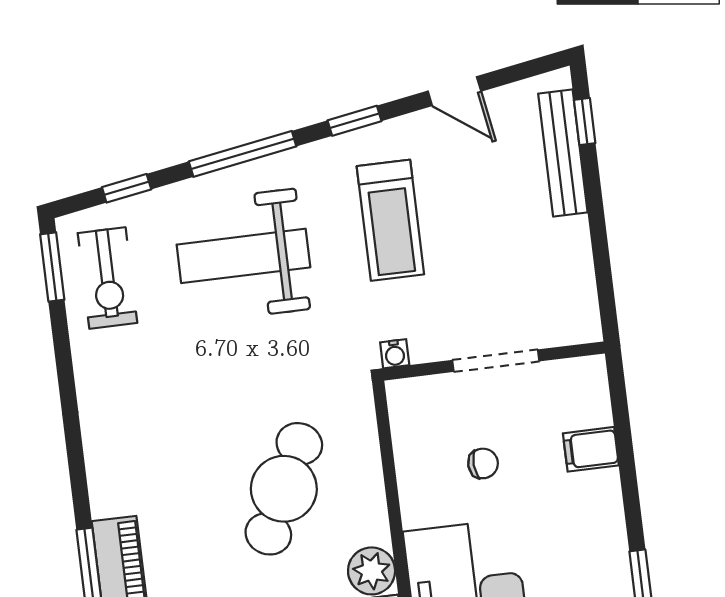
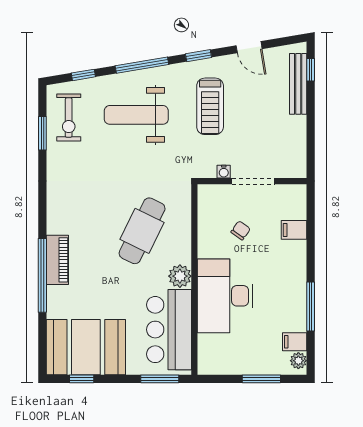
window: (52, 267) -> (42, 133), moved
water cooler: (395, 354) -> (224, 172), moved
chair: (483, 463) -> (241, 230), turned -51

